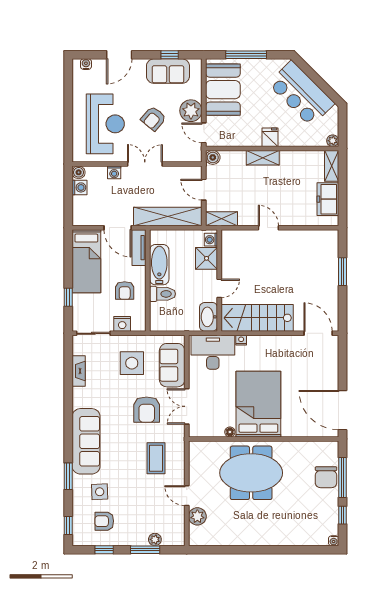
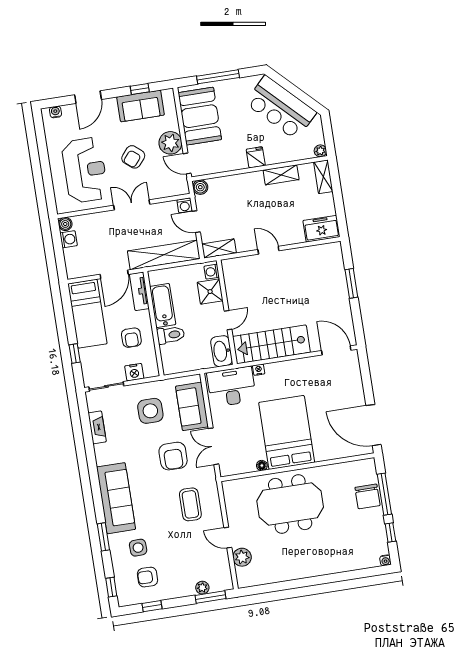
shelving: (263, 158) -> (281, 175), moved
washing machine: (114, 172) -> (185, 205), moved
freezer: (328, 199) -> (321, 229), moved, turned 90
door: (118, 228) -> (114, 274), hinge flipped
window: (145, 550) -> (210, 597), moved

